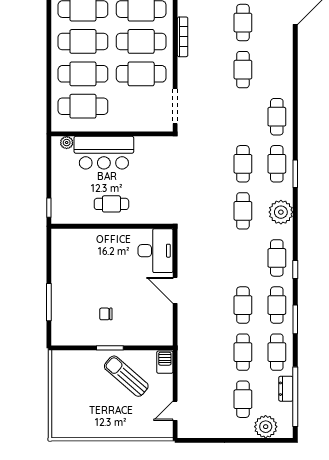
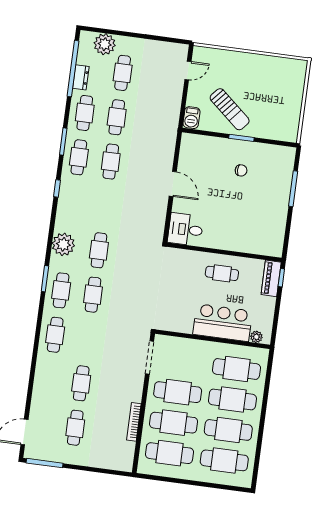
piano: (59, 206) -> (271, 278), added
desk: (156, 251) -> (186, 229), width x0.73
cafe table: (277, 258) -> (73, 202), removed

